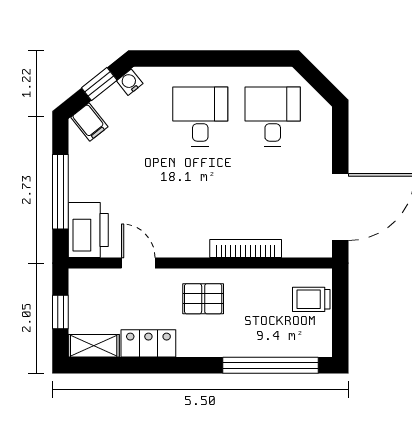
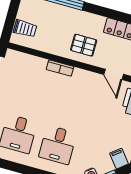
bookcase: (246, 249) -> (60, 68), width x0.64

